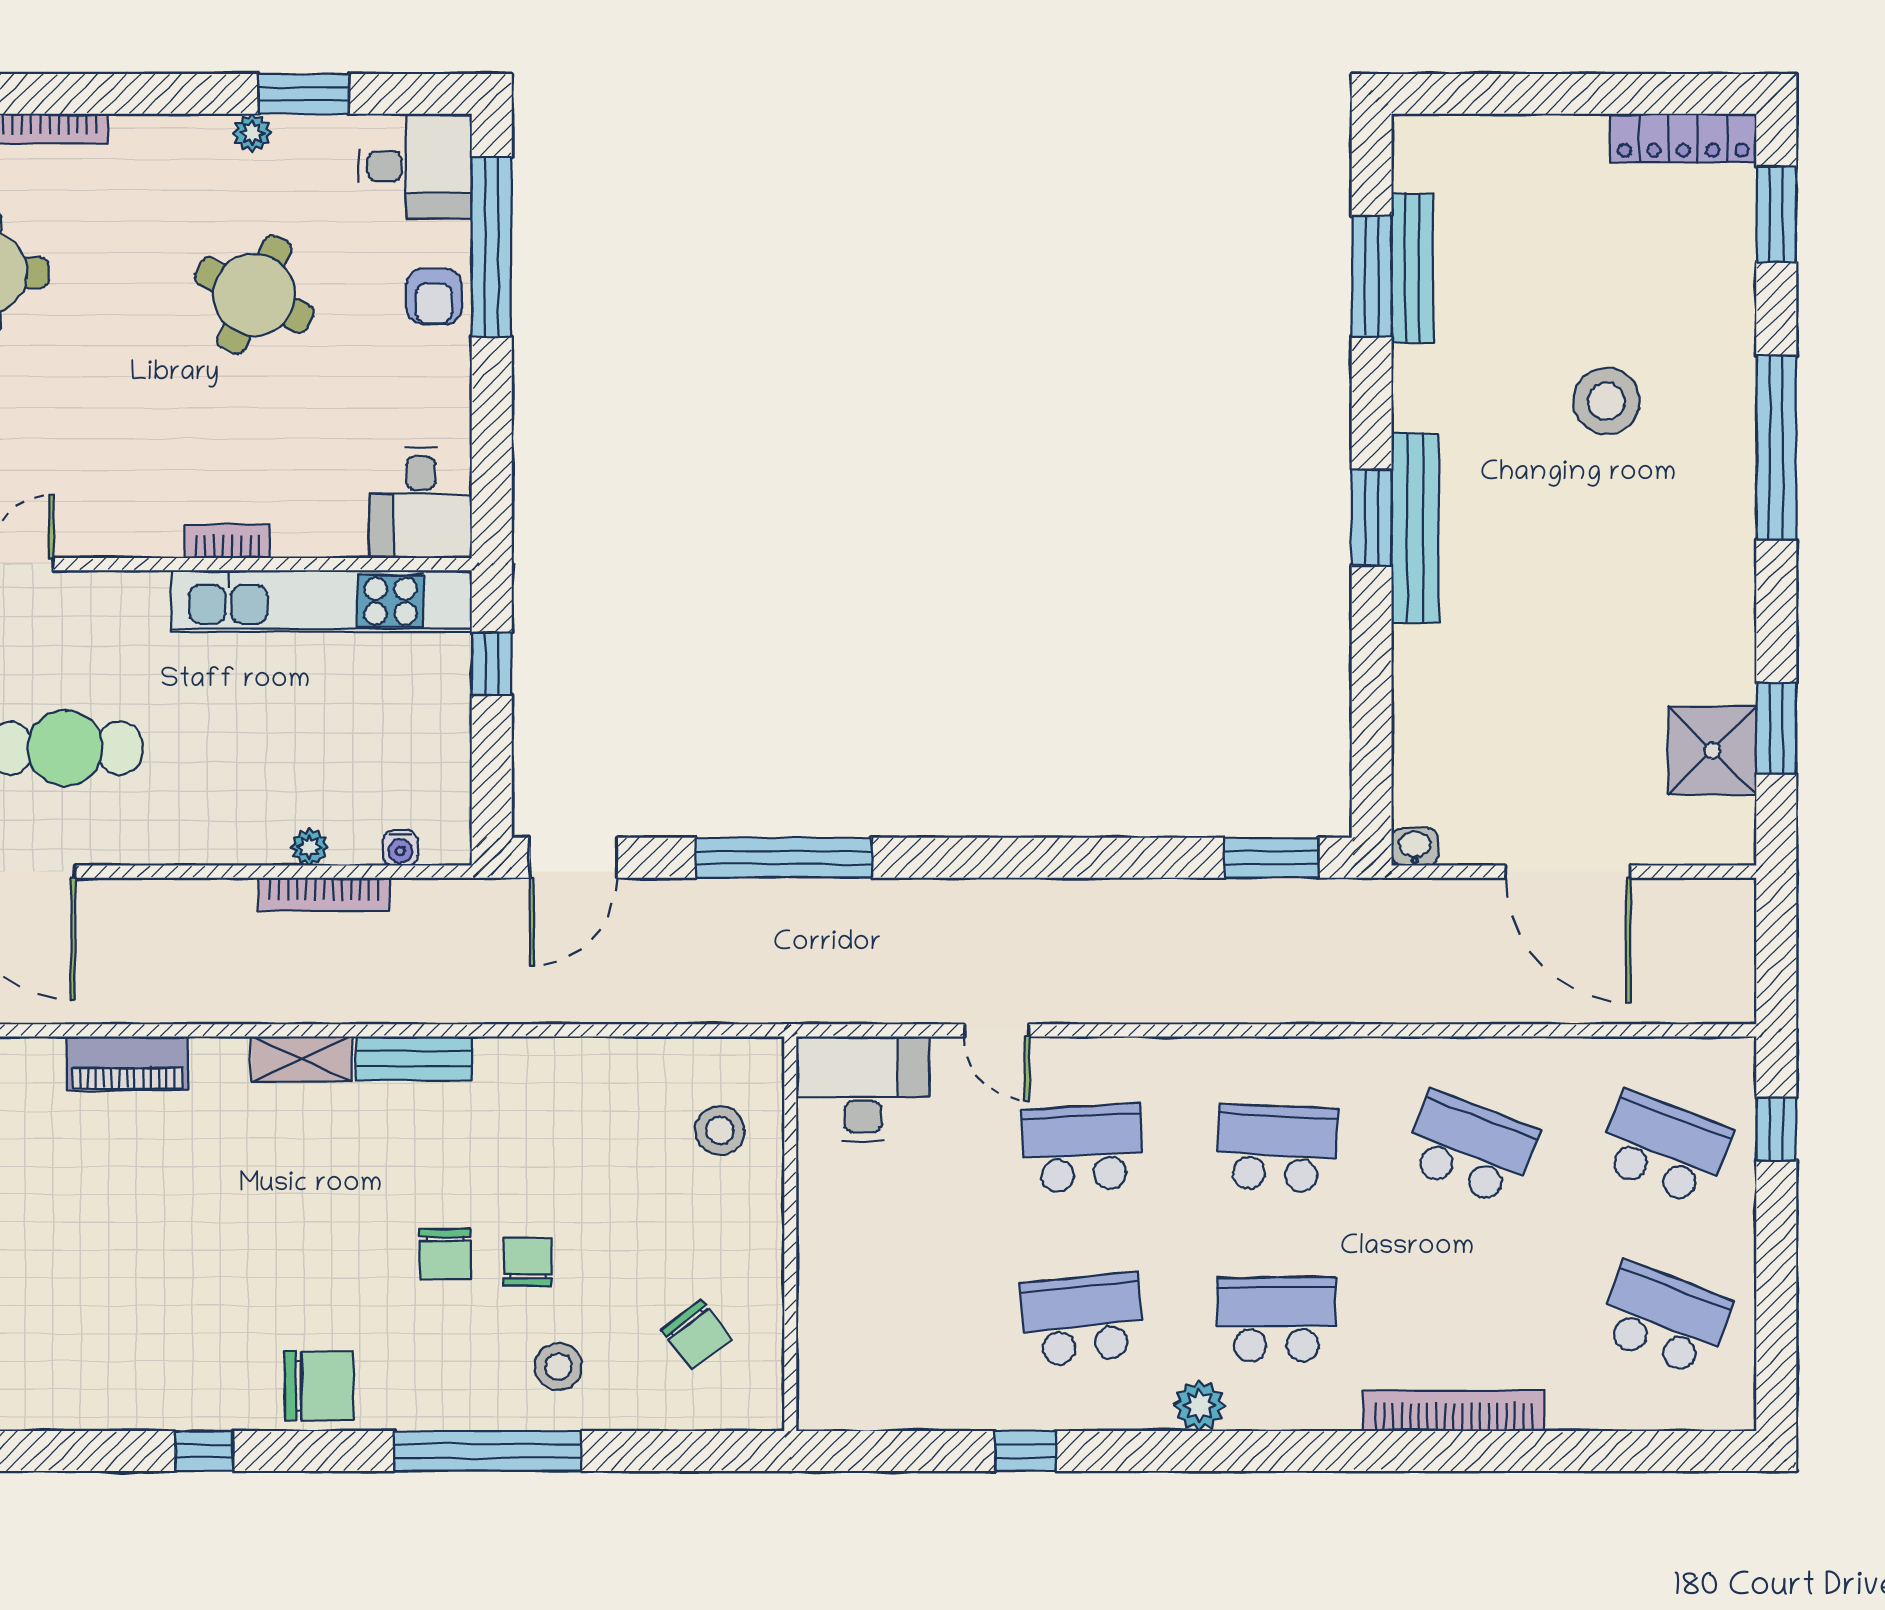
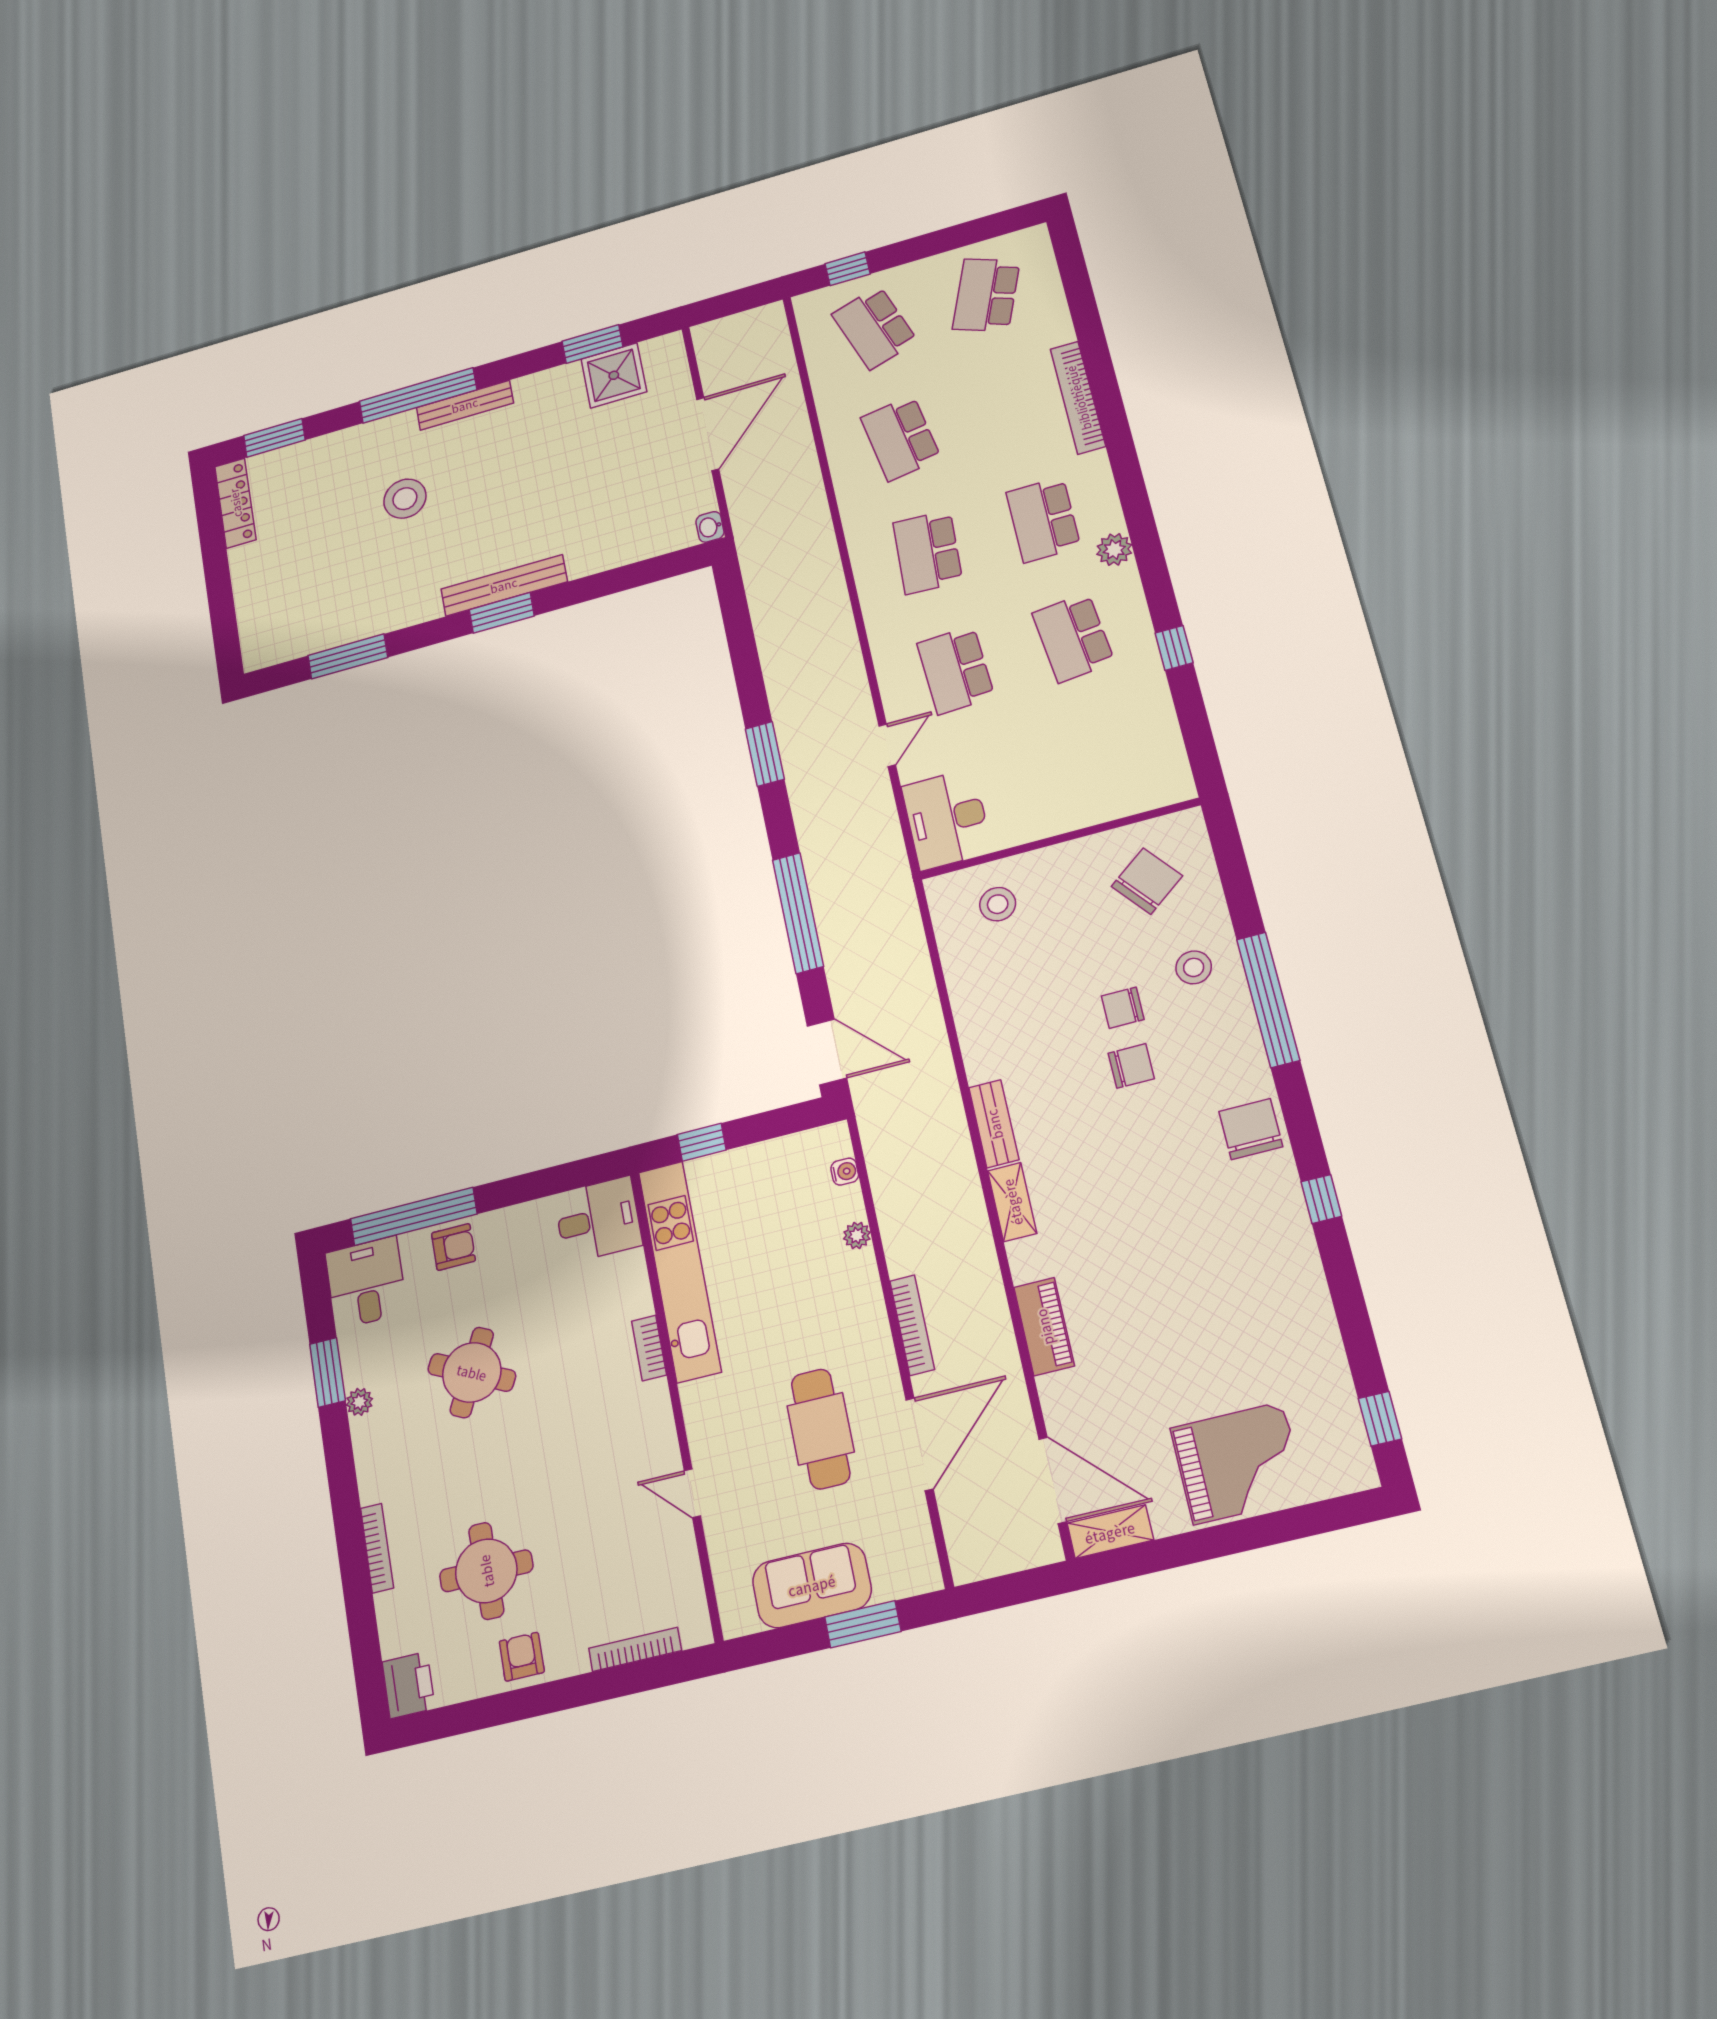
bench: (1412, 268) -> (465, 405), moved
window: (1272, 858) -> (765, 754), moved
bookcase: (324, 894) -> (912, 1325), moved
school desk: (1470, 1148) -> (901, 438), turned -30
school desk: (1664, 1148) -> (875, 328), turned -39
chair: (696, 1335) -> (1147, 881), width x1.37, depth x1.37

